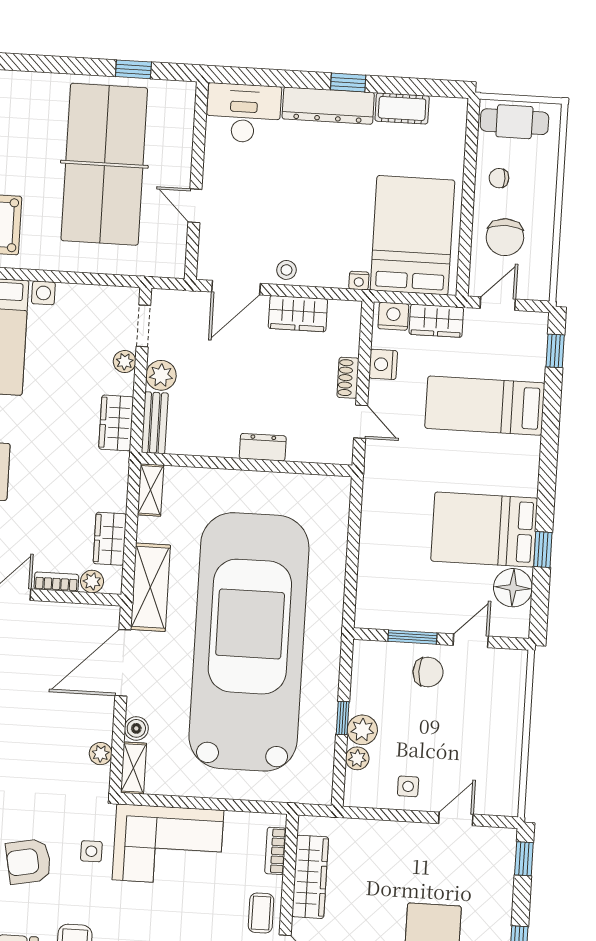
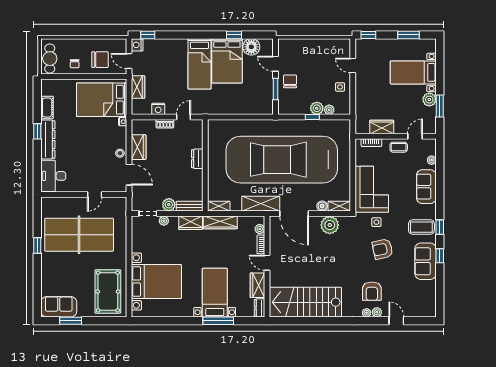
window: (133, 69) -> (37, 245), moved
nightstand: (393, 316) -> (137, 45), moved
bed: (485, 406) -> (200, 64), moved
wardrobe: (110, 539) -> (220, 222), moved, width x1.50
plant: (101, 754) -> (330, 225), width x1.87, depth x1.87
armchair: (29, 861) -> (382, 249), turned 89
wardrobe: (310, 877) -> (382, 127), width x0.67

